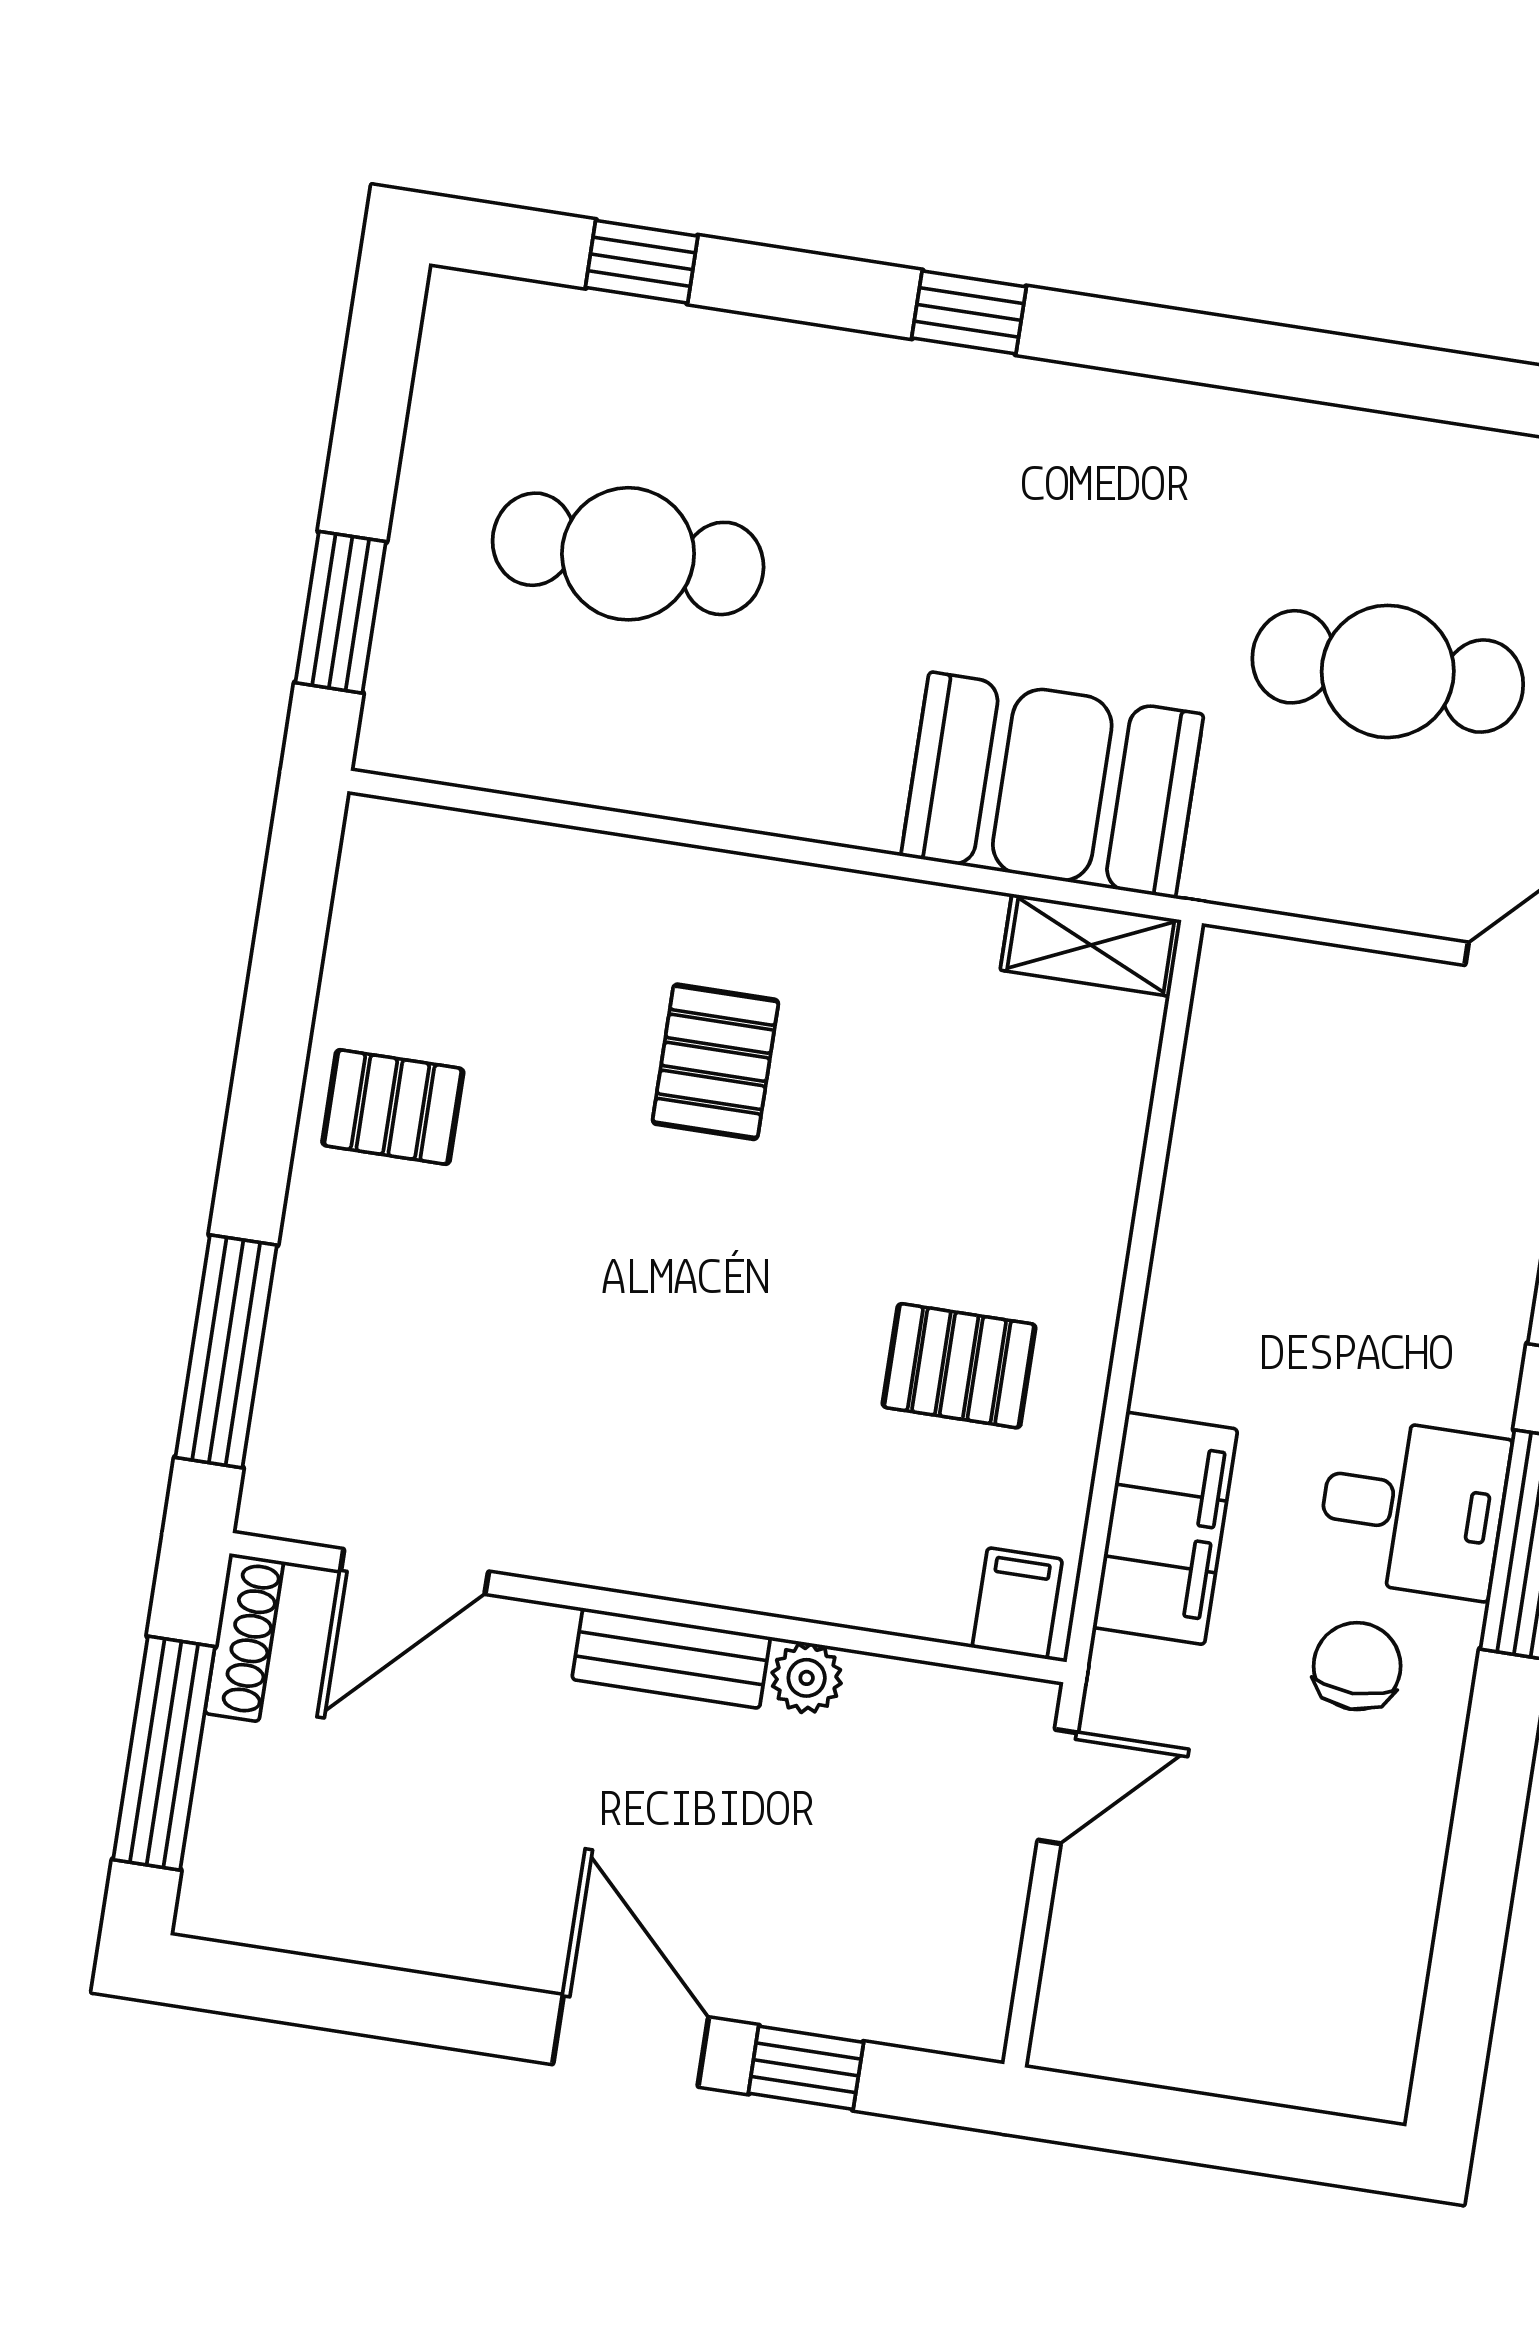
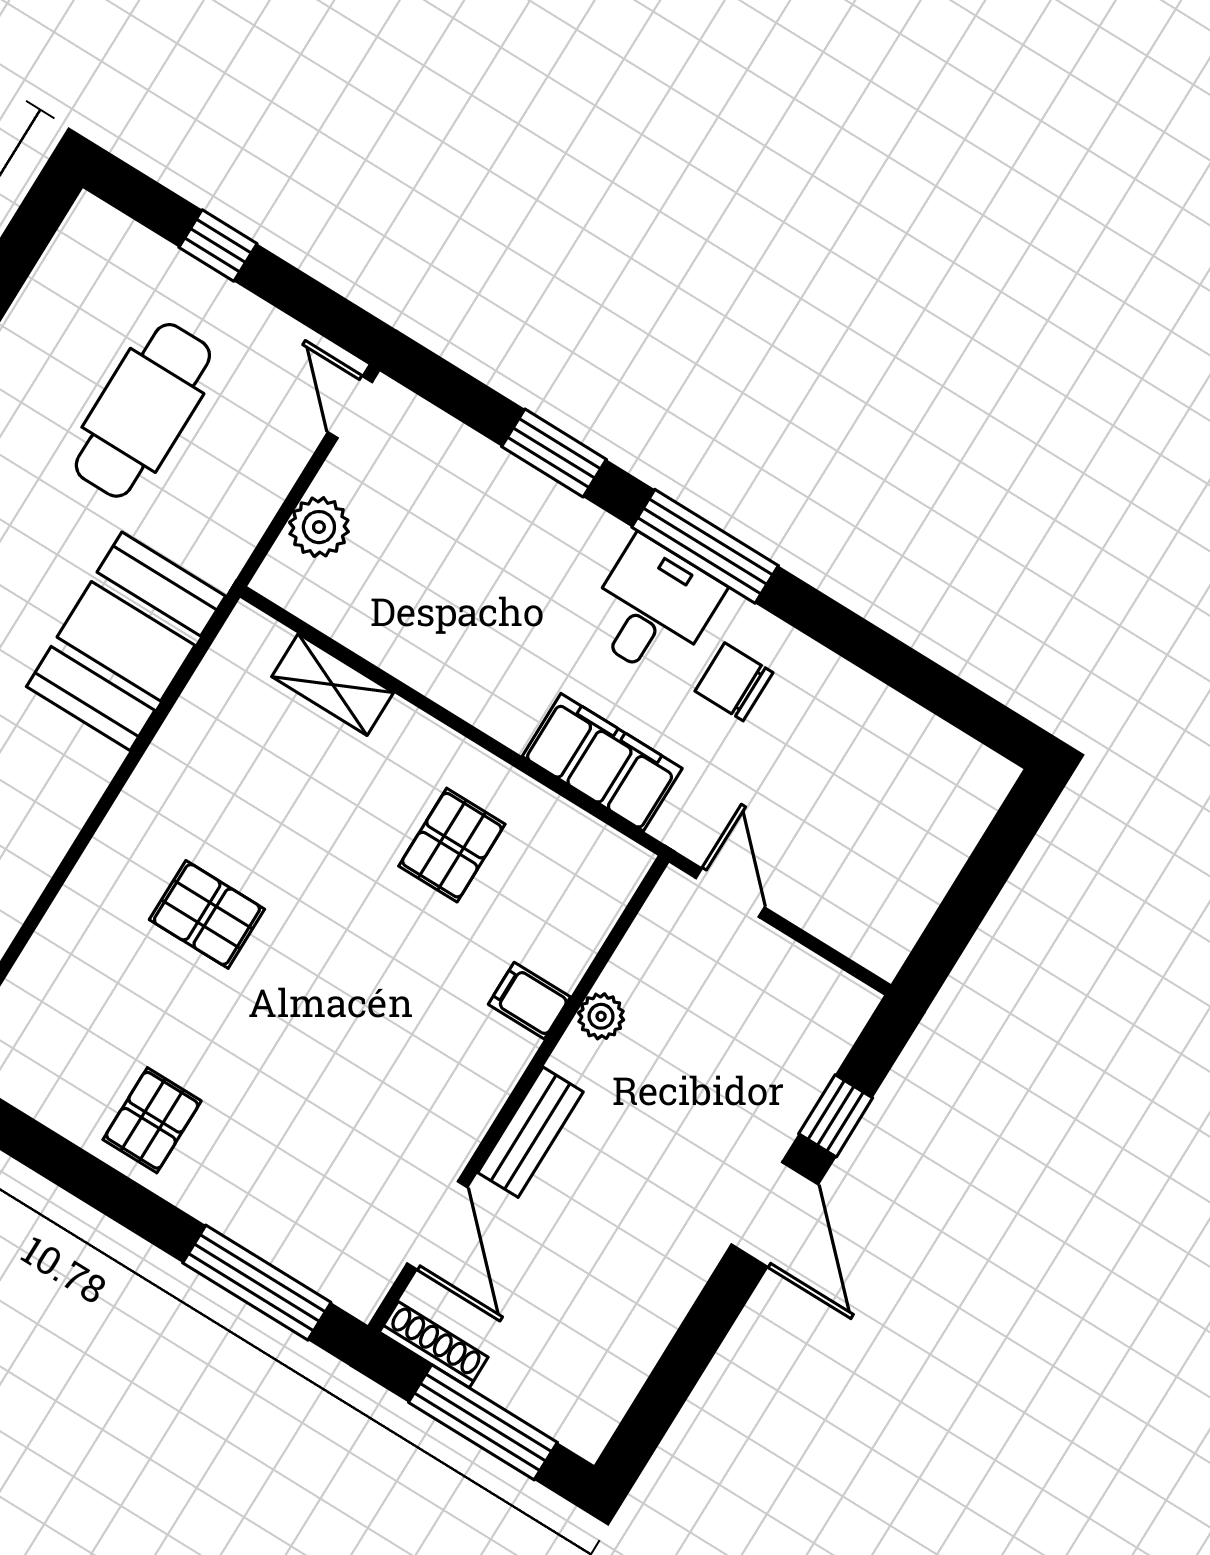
shelving: (1091, 945) -> (333, 685), moved, turned 90
plant: (1328, 989) -> (319, 527), added
filing cabinet: (1017, 1603) -> (529, 1001), moved
bench: (671, 1658) -> (530, 1132), moved
door: (631, 2041) -> (775, 1214), swing flipped

